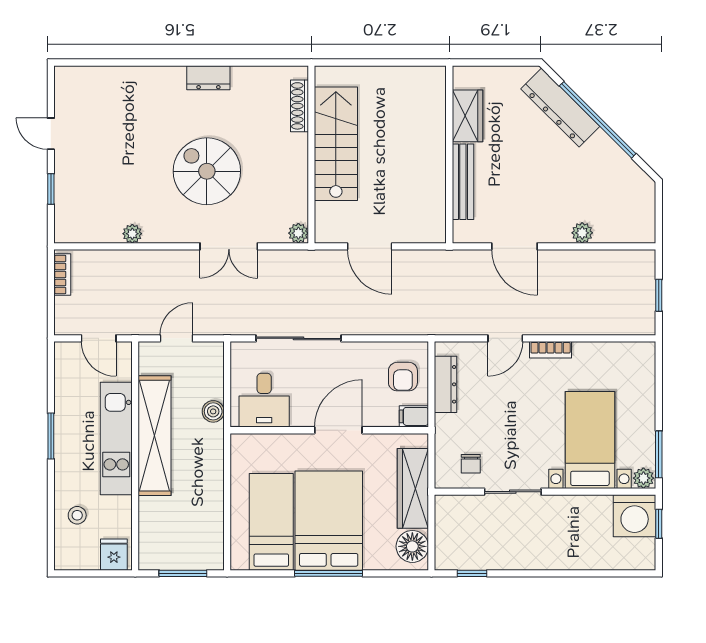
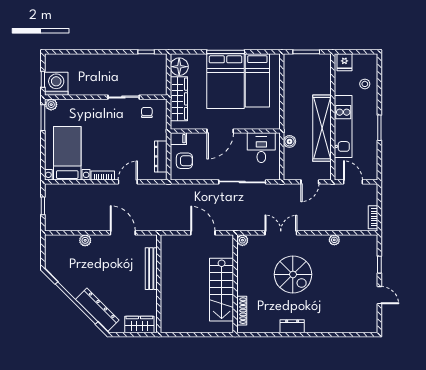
wardrobe: (467, 116) -> (139, 325), moved, turned 90
armchair: (403, 377) -> (184, 161), turned 90
bed with nightstands: (590, 440) -> (67, 153), moved, turned 180

